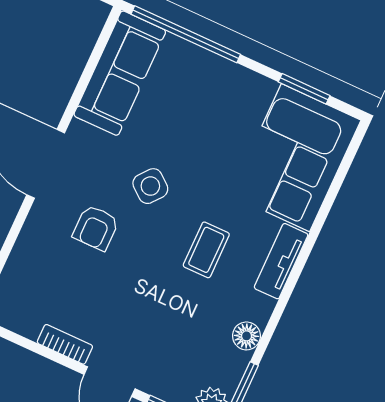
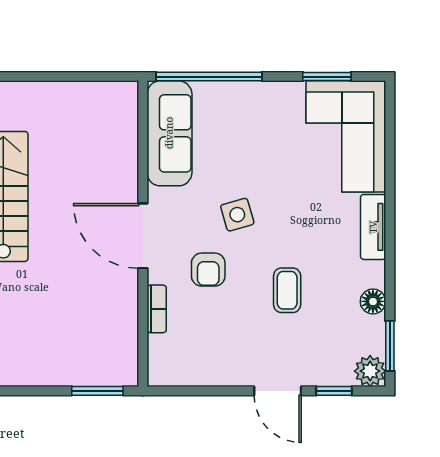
side table: (150, 186) -> (237, 215), turned 35
coffee table: (206, 250) -> (287, 290), moved
bookcase: (65, 344) -> (157, 309), moved, turned 90

